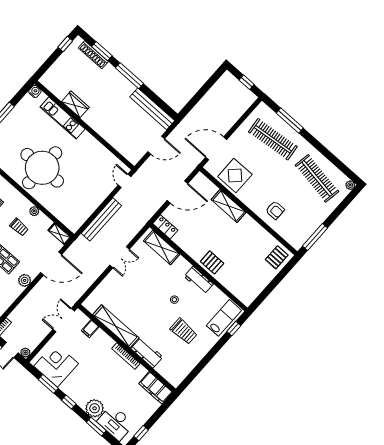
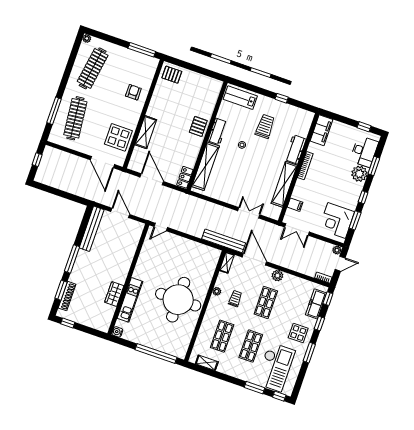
bench: (101, 219) -> (224, 241), moved
shelving: (162, 247) -> (206, 166), width x1.47
double door: (120, 257) -> (249, 213), moved
window: (234, 329) -> (282, 98), moved

